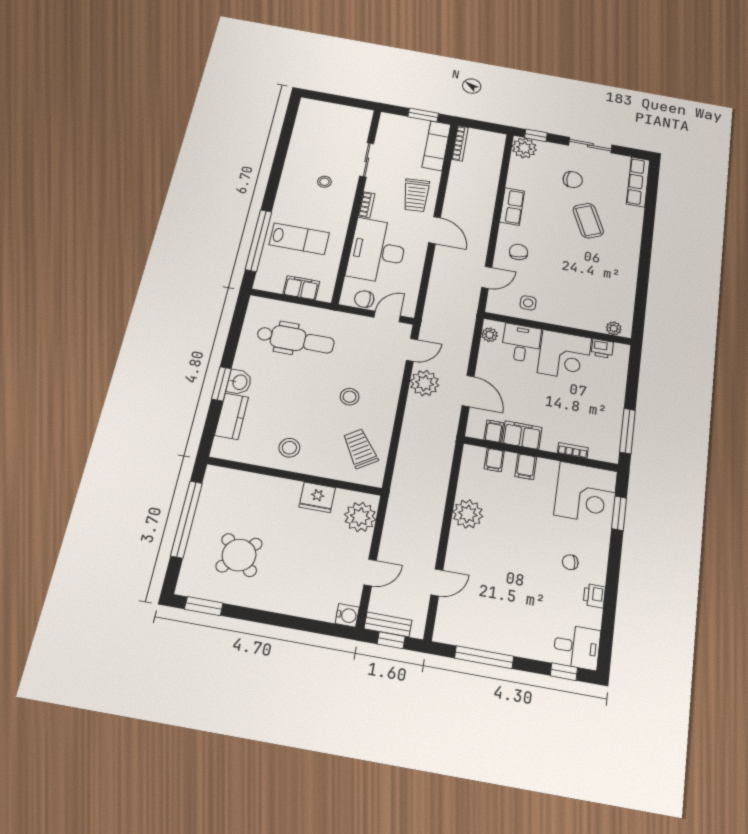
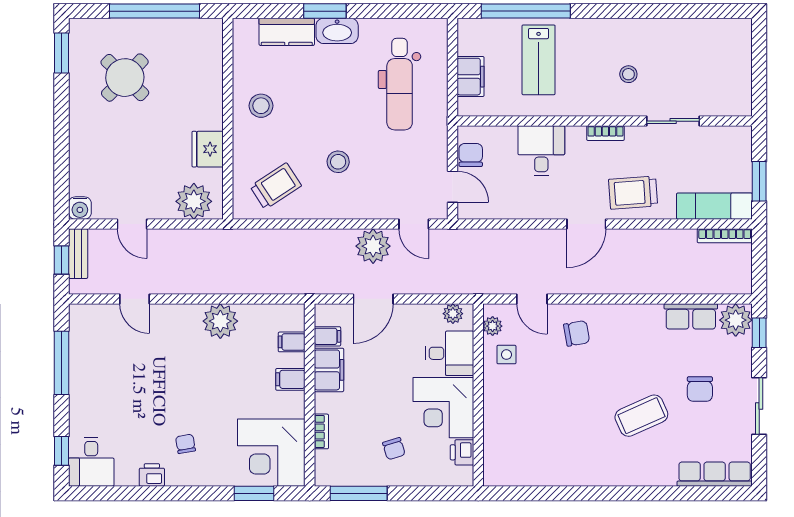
row of seats: (512, 207) -> (691, 316), moved
desk: (377, 251) -> (541, 151), width x0.53, depth x0.77
plant: (614, 328) -> (493, 326), moved
washbasin: (239, 382) -> (337, 31), width x1.38
chair: (594, 398) -> (394, 449), added

